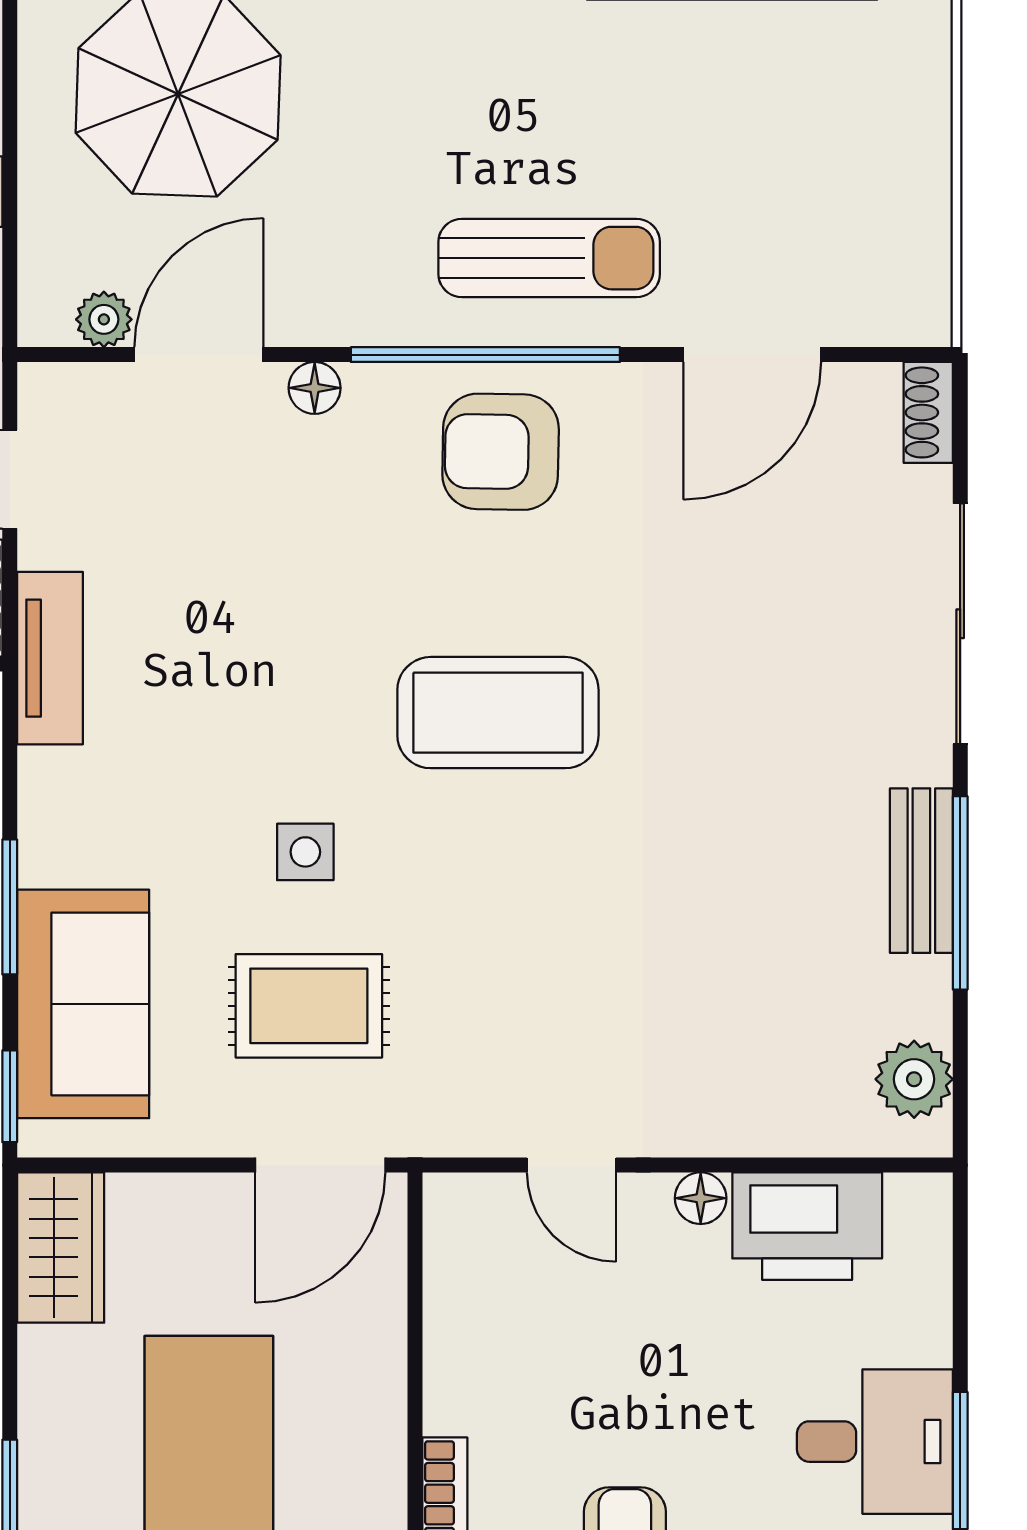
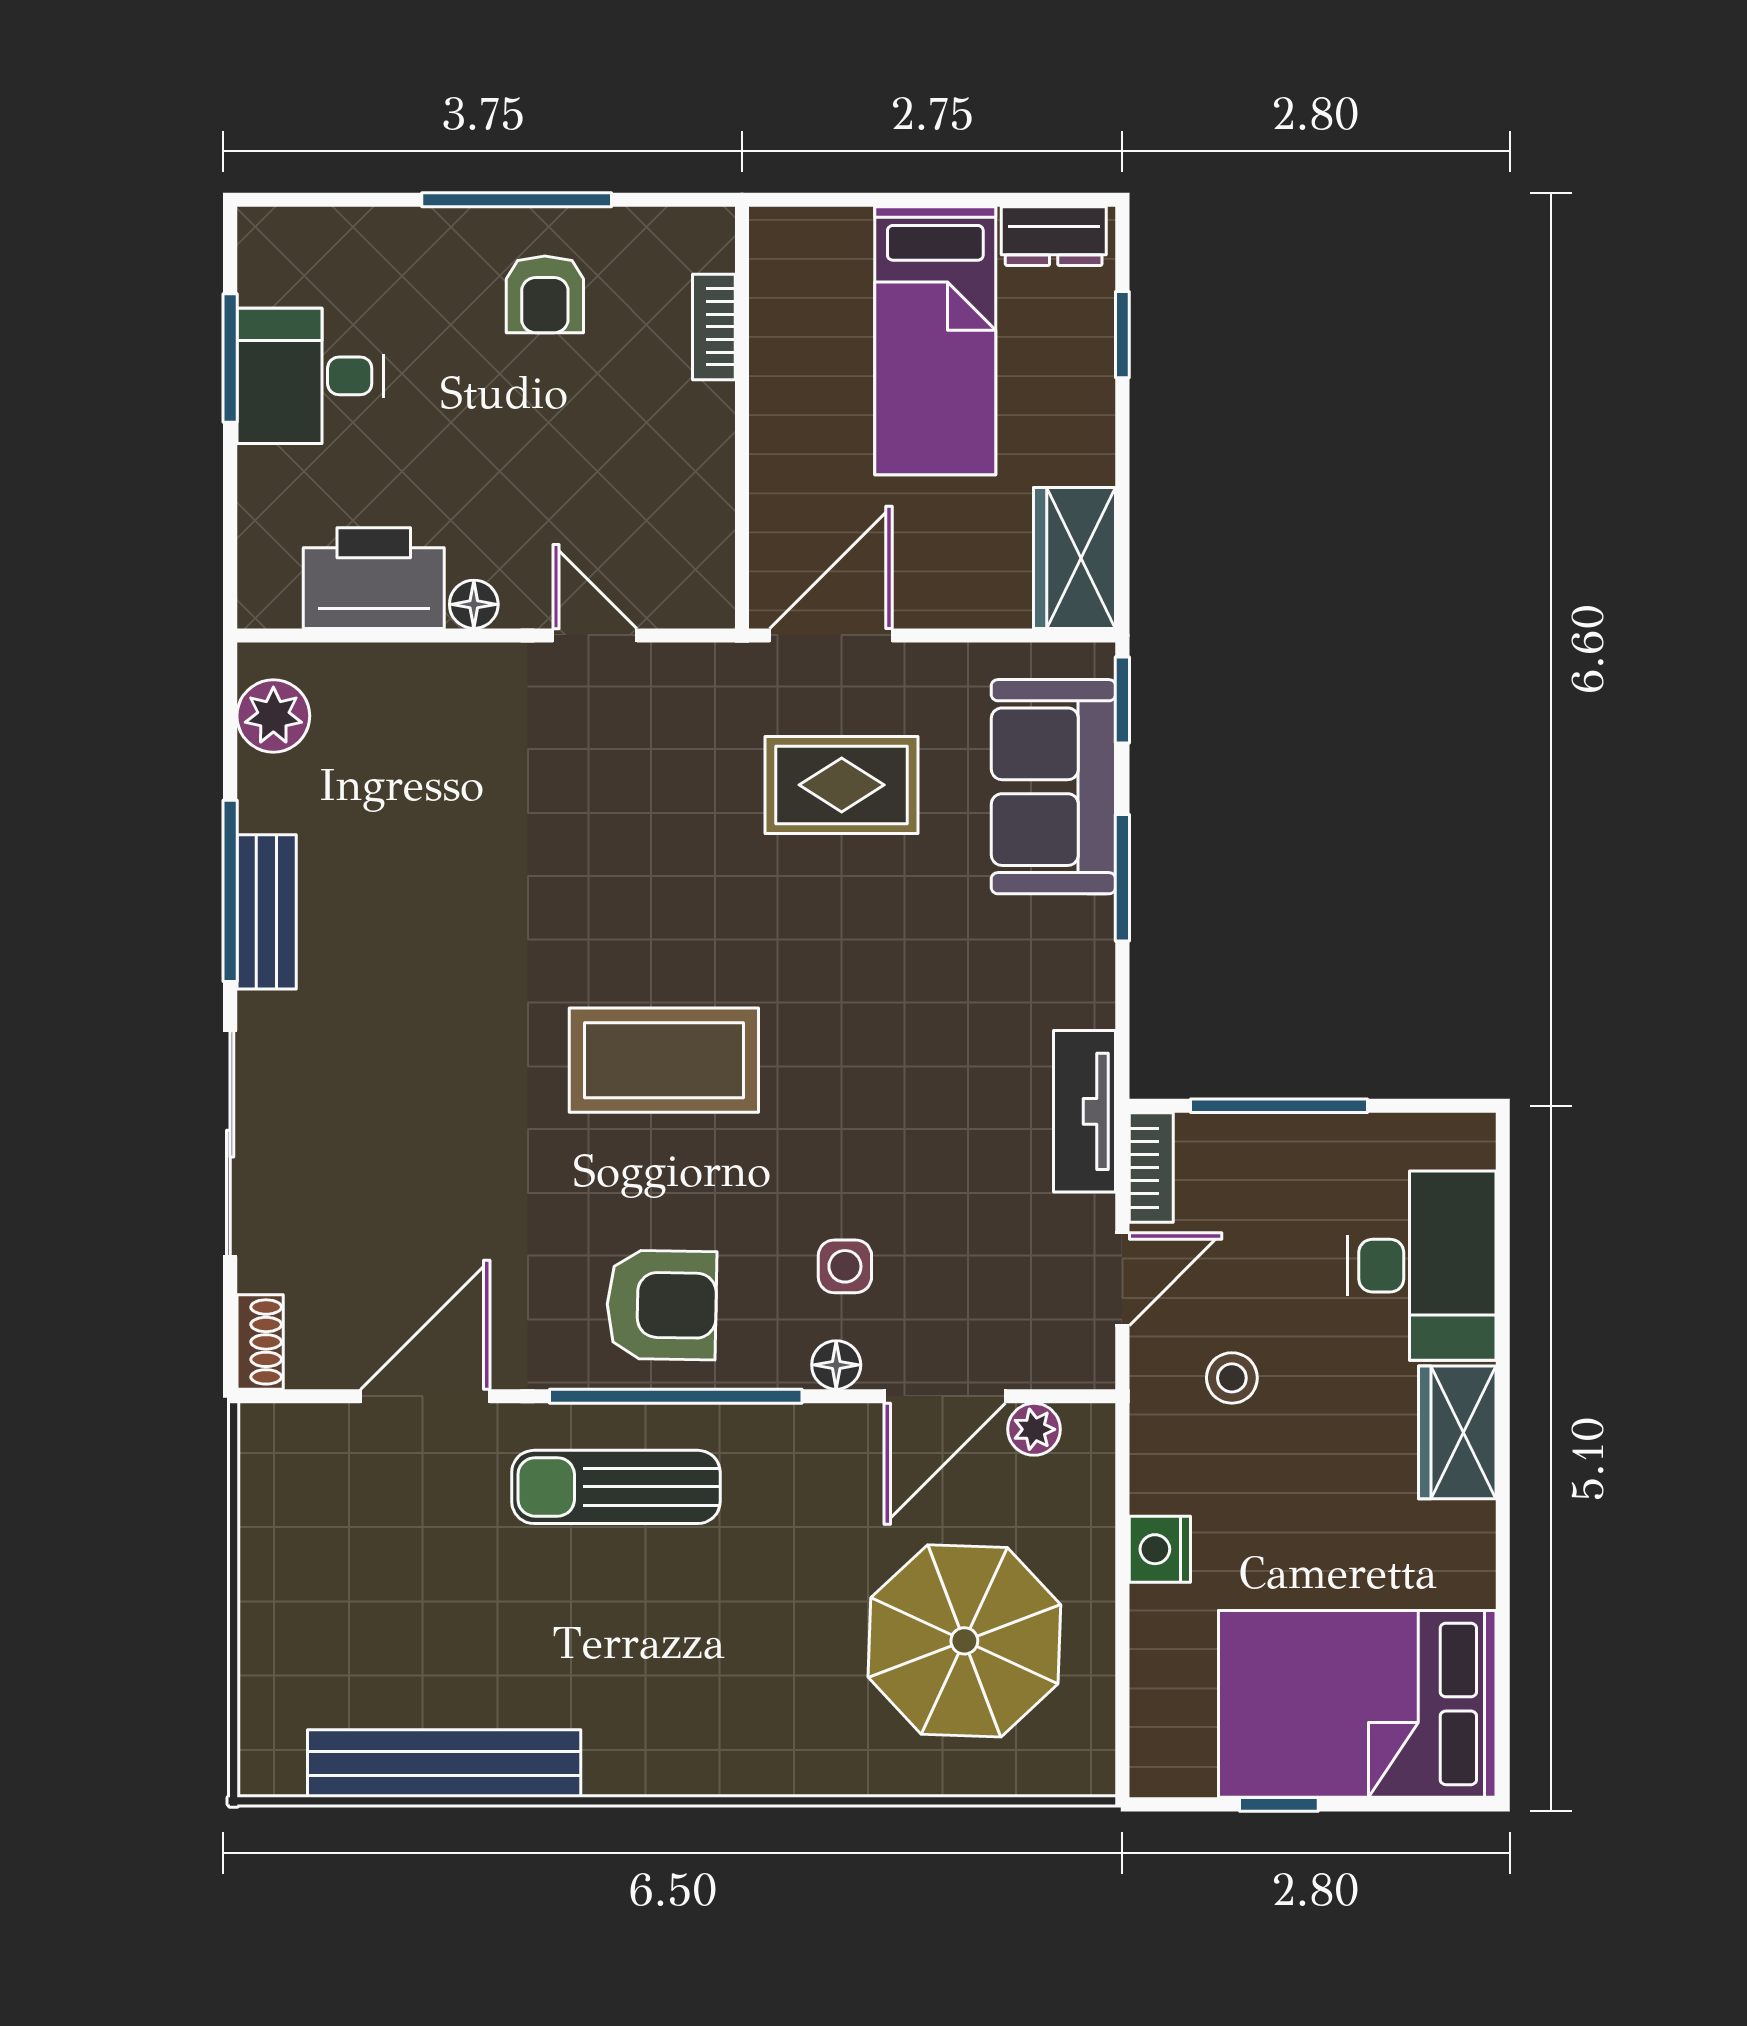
side table: (305, 852) -> (845, 1266), moved

